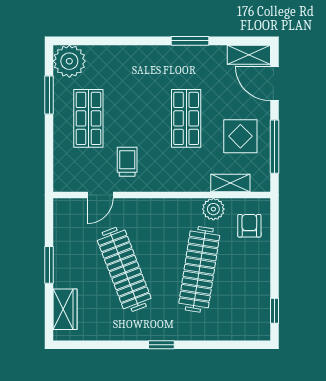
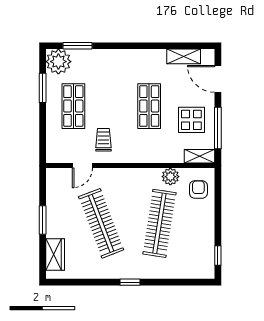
window: (190, 41) -> (78, 46), moved
shelving: (249, 55) -> (184, 56), moved
shelving: (230, 183) -> (199, 156), moved

